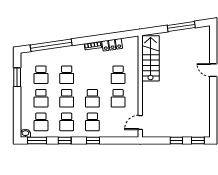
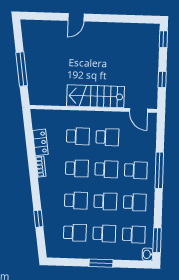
window: (181, 26) -> (22, 69), moved
window: (51, 45) -> (38, 219), width x0.32
stairs: (151, 58) -> (96, 96), moved
school desk: (92, 75) -> (77, 168), added
window: (17, 77) -> (101, 263), moved
window: (65, 141) -> (158, 206), removed
window: (93, 141) -> (159, 170), width x2.17
window: (176, 141) -> (162, 79), moved

